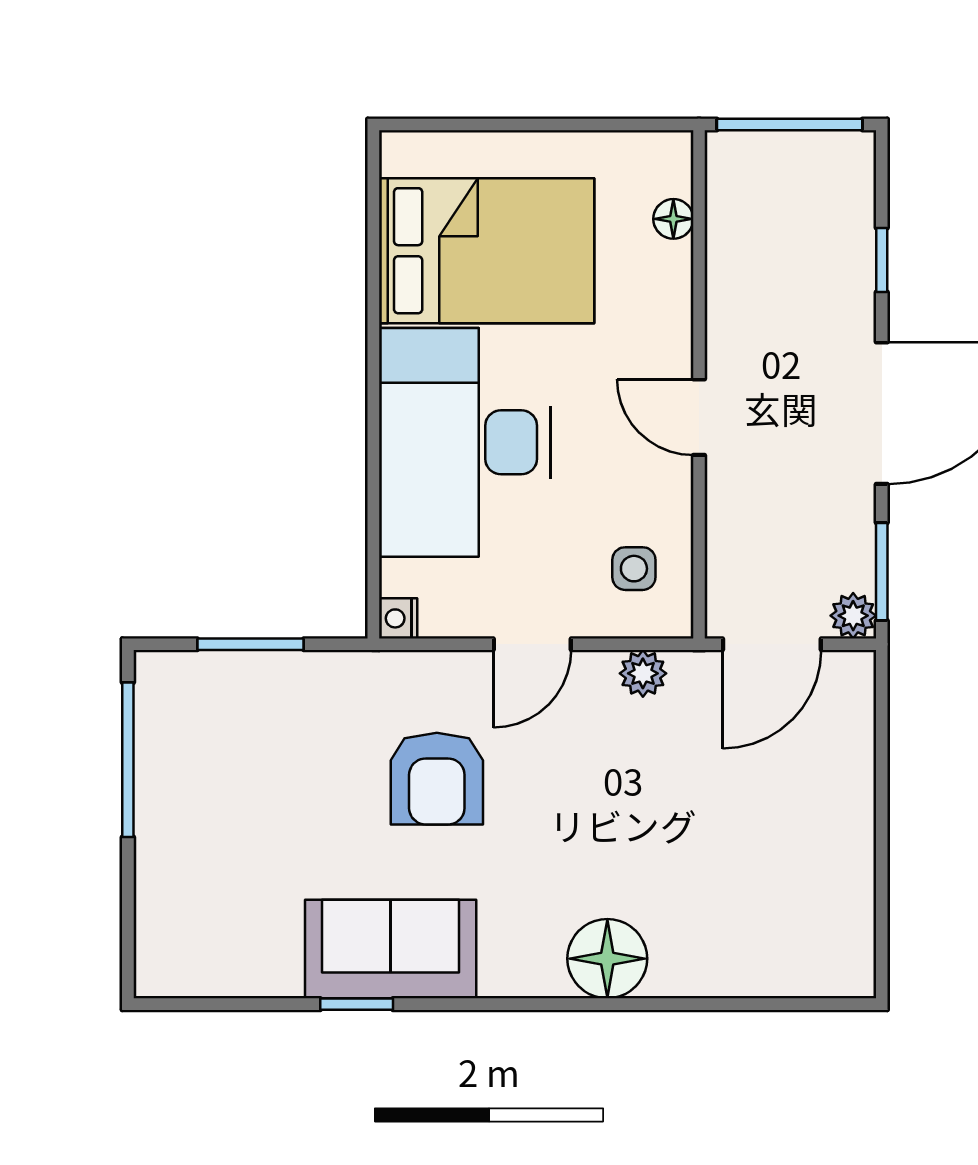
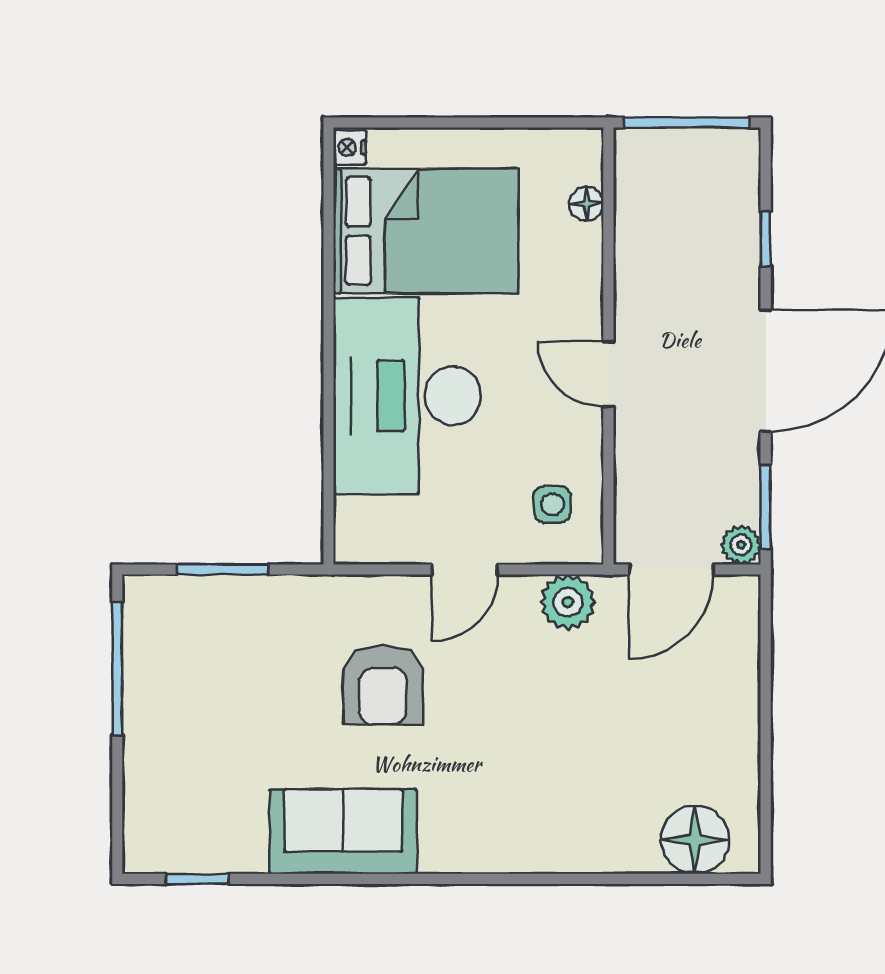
nightstand: (398, 618) -> (350, 147), moved
plant: (643, 673) -> (568, 602), width x1.38, depth x1.38
floor lamp: (607, 959) -> (695, 840), moved
window: (357, 1004) -> (197, 879), moved

